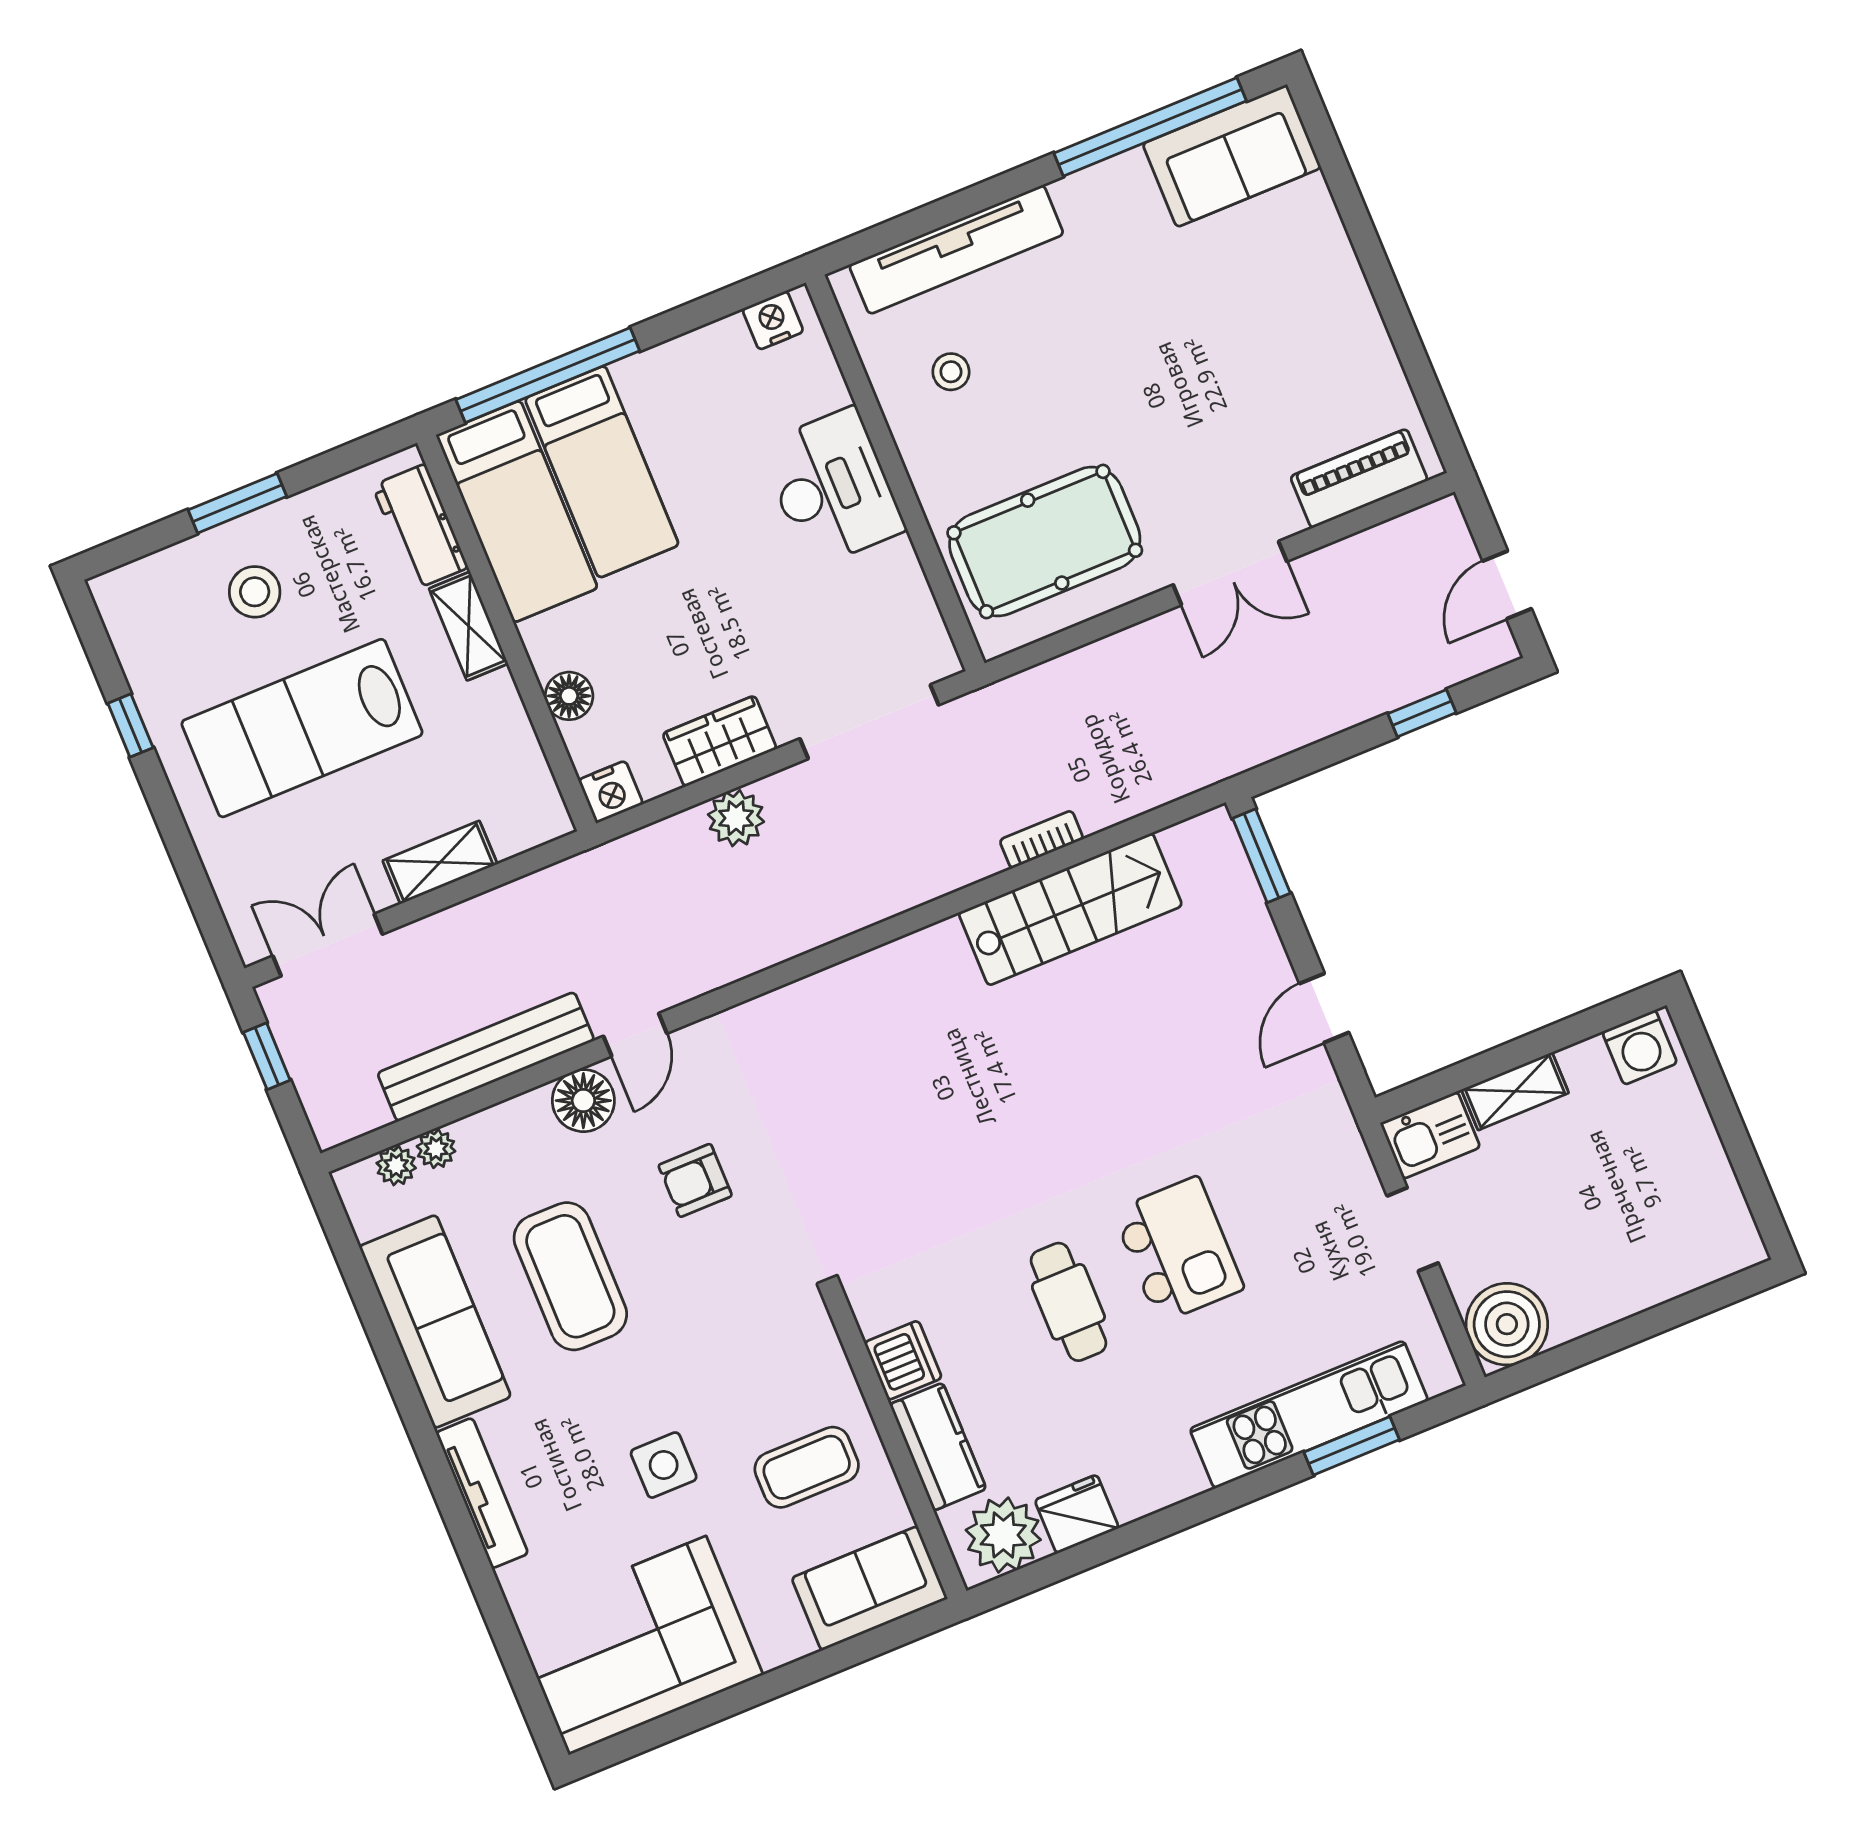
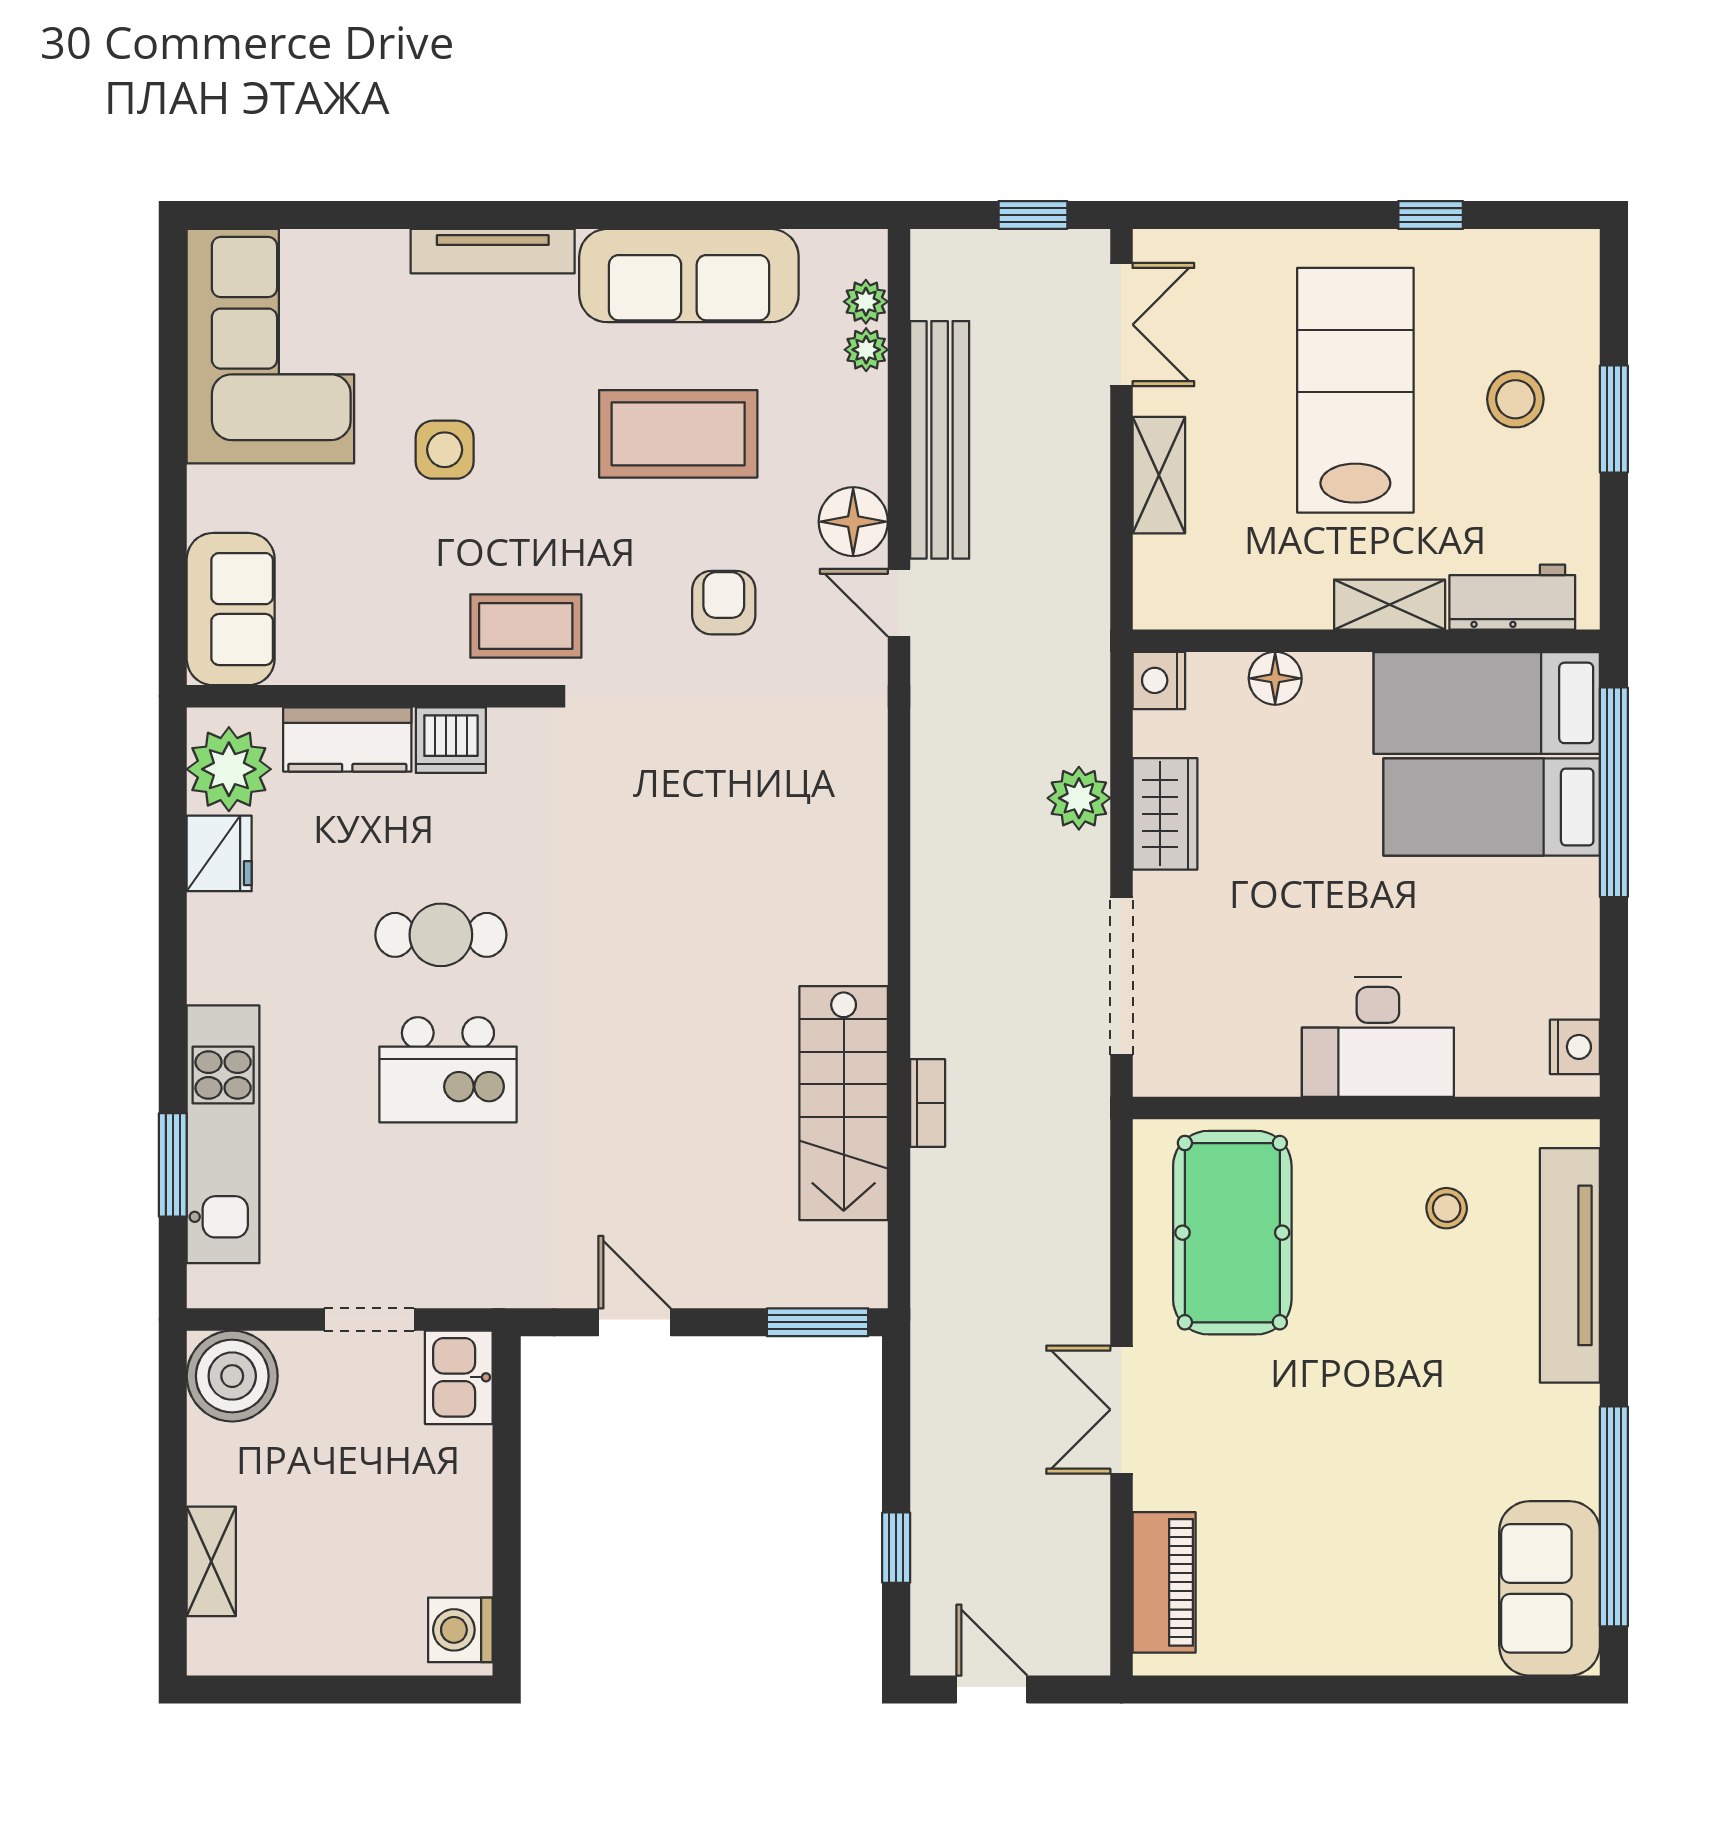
shelving: (1515, 1091) -> (211, 1561), moved
coffee table: (807, 1467) -> (526, 626), moved, turned 90

